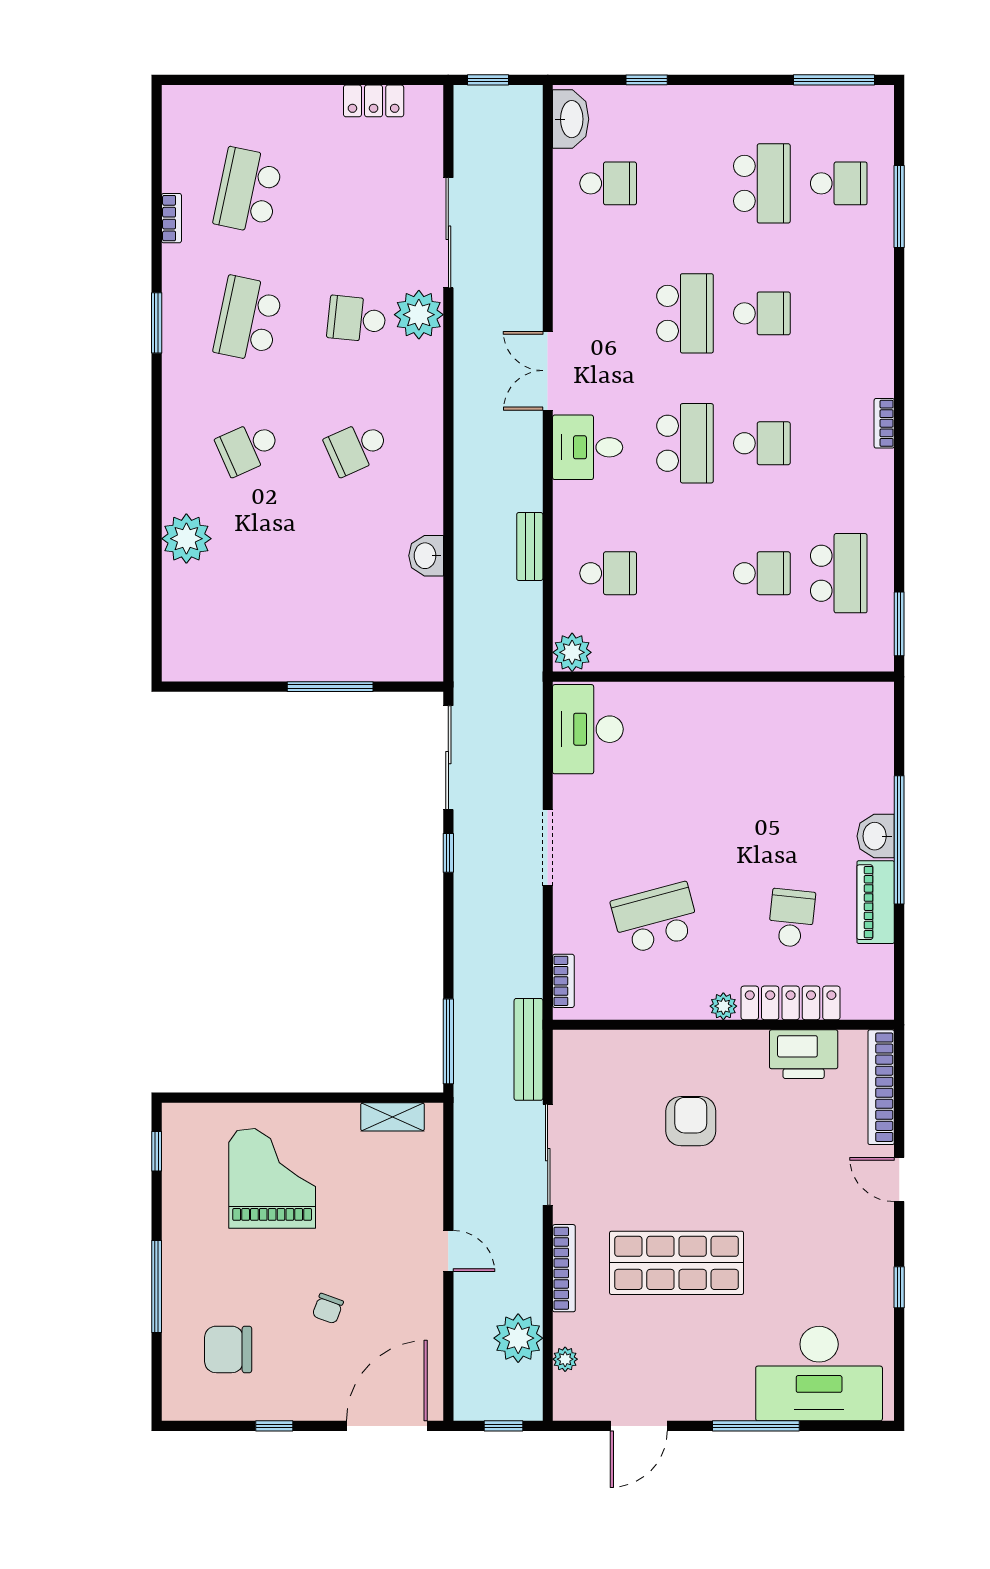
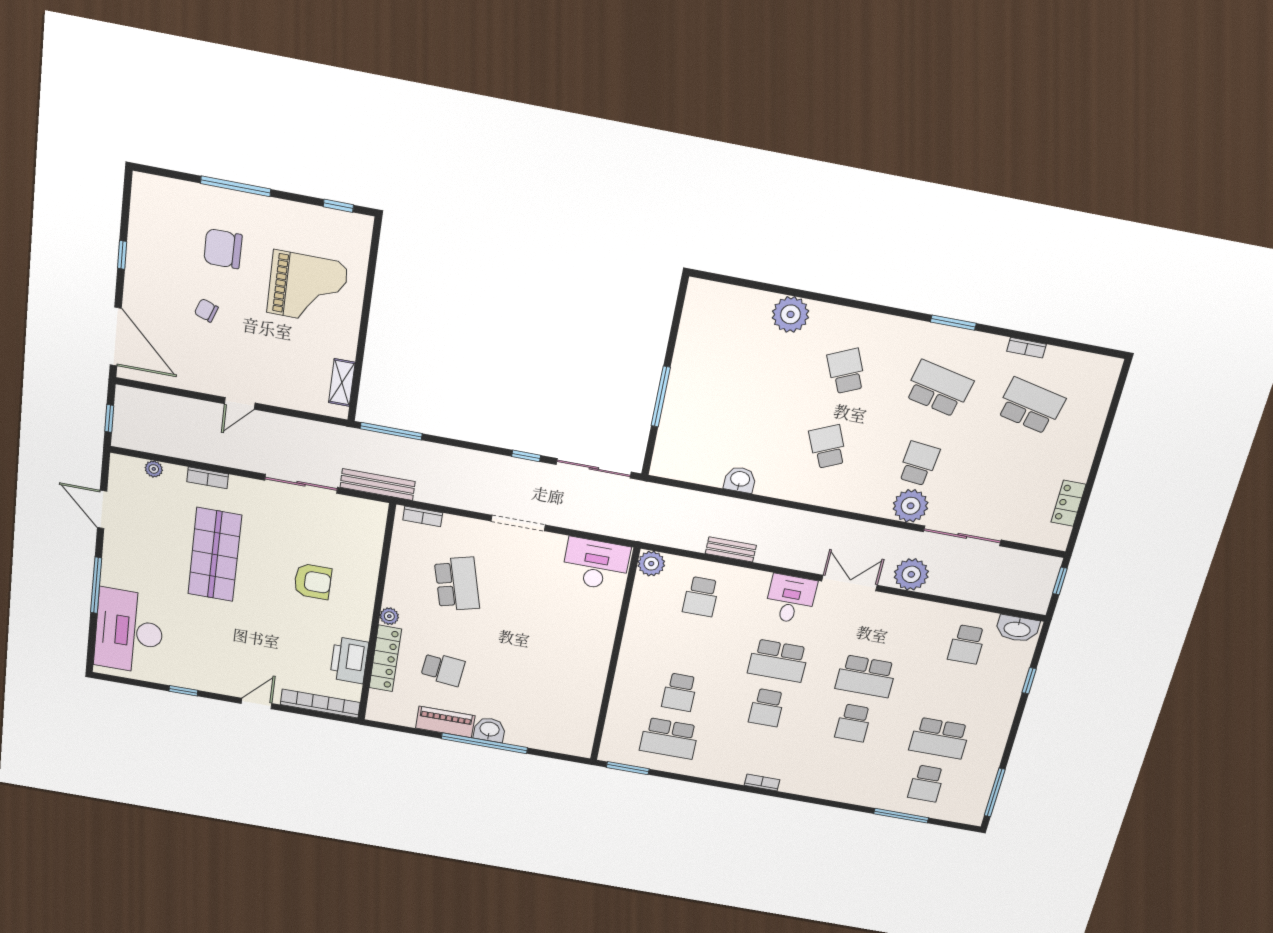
bookcase: (564, 1268) -> (208, 478), width x0.64
plant: (518, 1338) -> (911, 574), moved
chair: (228, 1349) -> (223, 249), moved, turned -90

